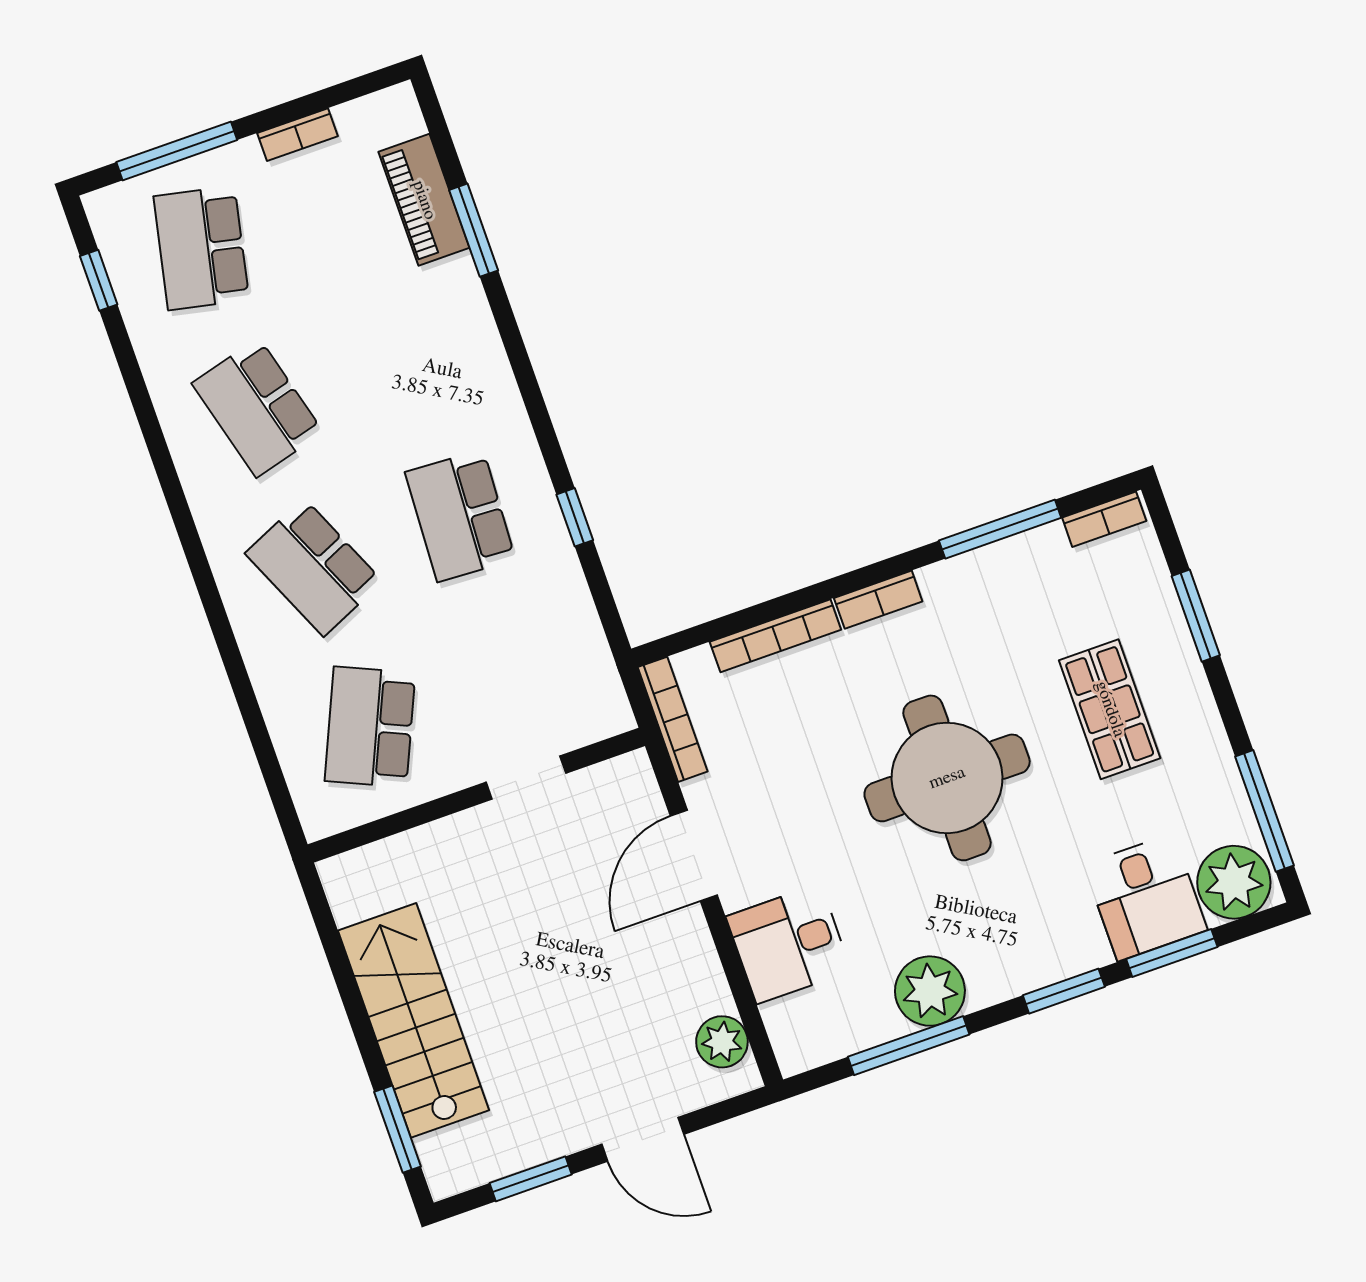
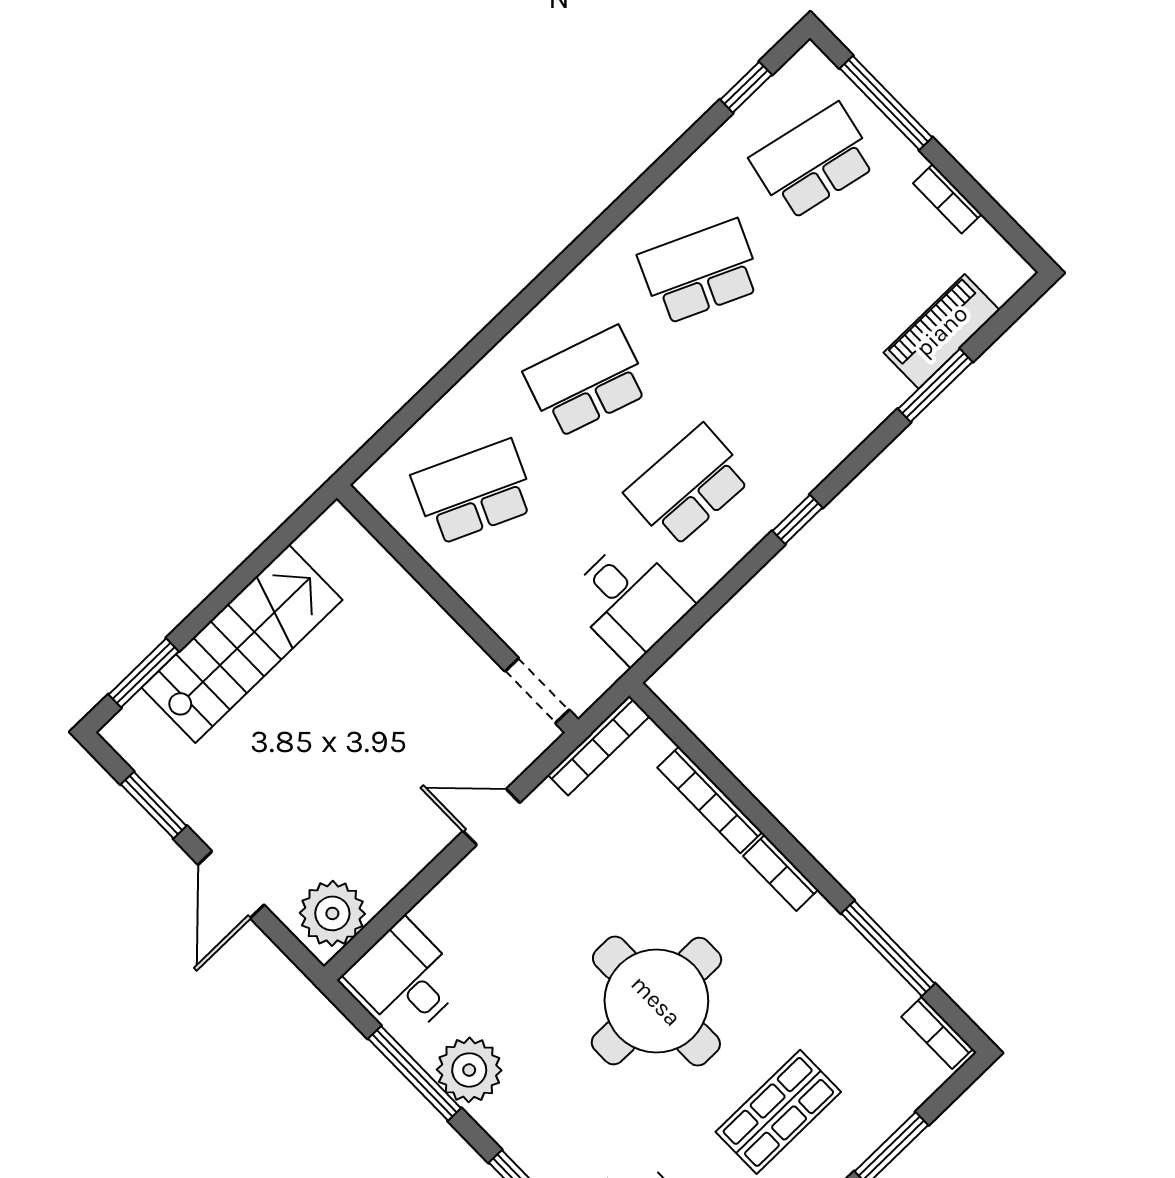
school desk: (258, 408) -> (700, 272), turned 39
window: (575, 517) -> (797, 519), moved
school desk: (314, 567) -> (587, 382), turned 42
desk: (546, 624) -> (629, 601), added
doorway: (526, 778) -> (537, 691), moved
door: (694, 856) -> (491, 817), width x0.73
desk: (789, 944) -> (406, 979), moved
plant: (722, 1042) -> (332, 913), width x1.36, depth x1.36

